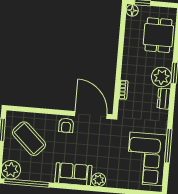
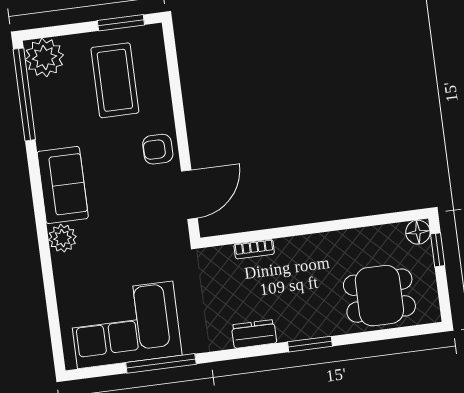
plant: (161, 77) -> (297, 320), removed
door: (91, 115) -> (189, 195), width x0.73
coffee table: (29, 139) -> (115, 80), turned -43

